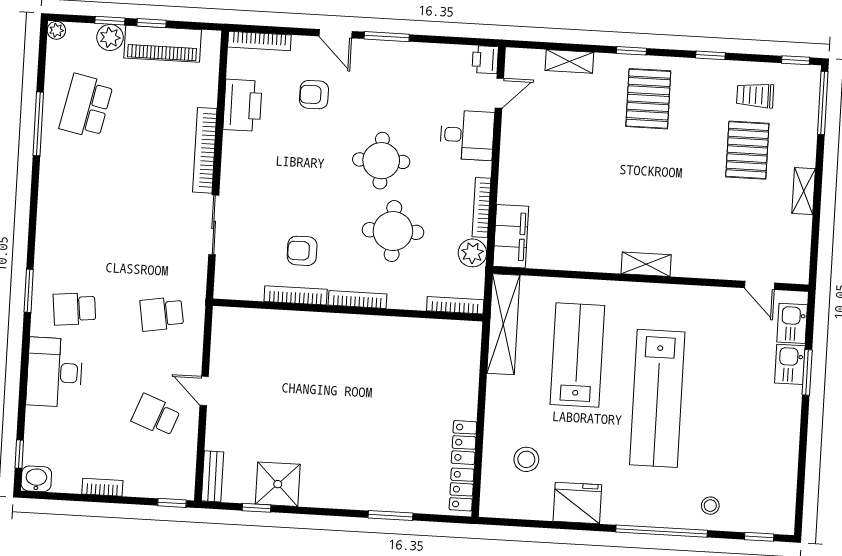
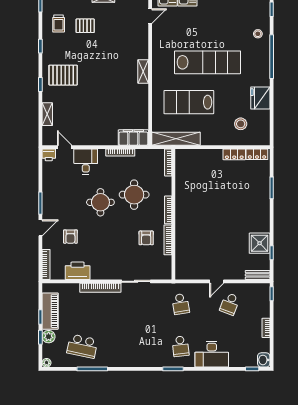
pallet: (747, 150) -> (85, 26), width x0.67, depth x0.71
plant: (472, 253) -> (142, 156), removed

